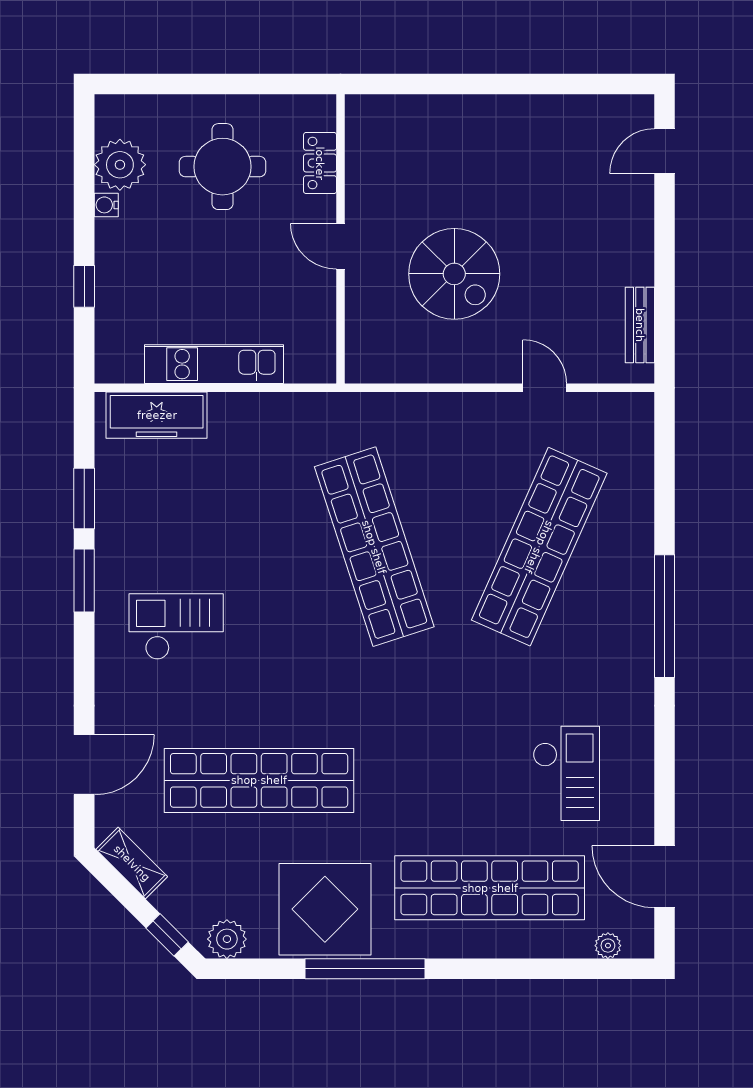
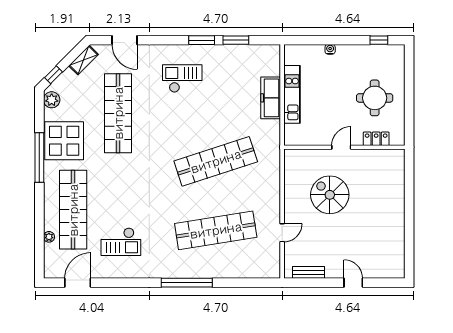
door: (664, 151) -> (353, 283), moved
plant: (120, 165) -> (375, 55), removed
water cooler: (106, 205) -> (330, 49), moved
spiral stairs: (454, 274) -> (330, 195), turned 90
window: (84, 286) -> (379, 40), moved
freezer: (157, 415) -> (271, 98), moved
shop shelf: (539, 547) -> (216, 230), turned -33
checkout: (176, 627) -> (182, 79), turned -90
plant: (608, 946) -> (49, 237), moved

